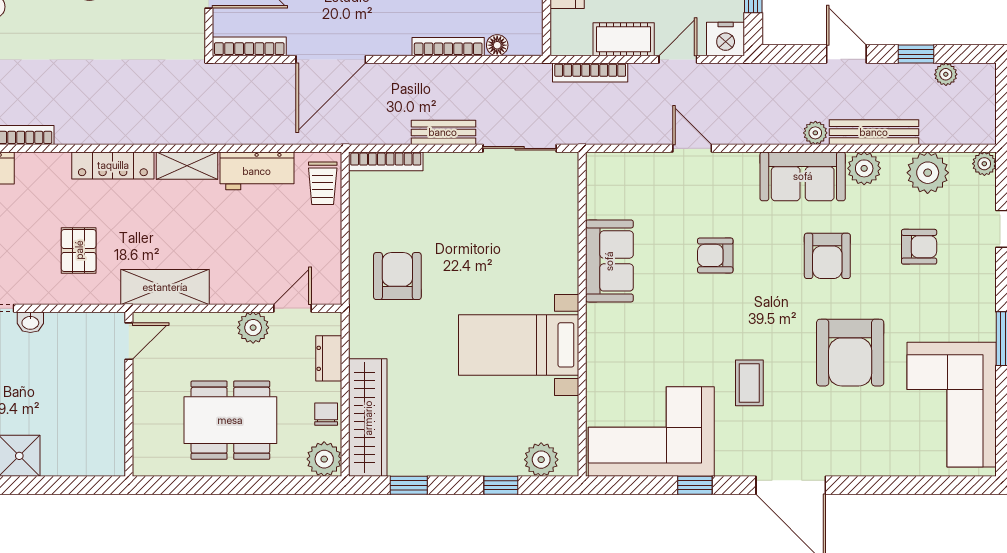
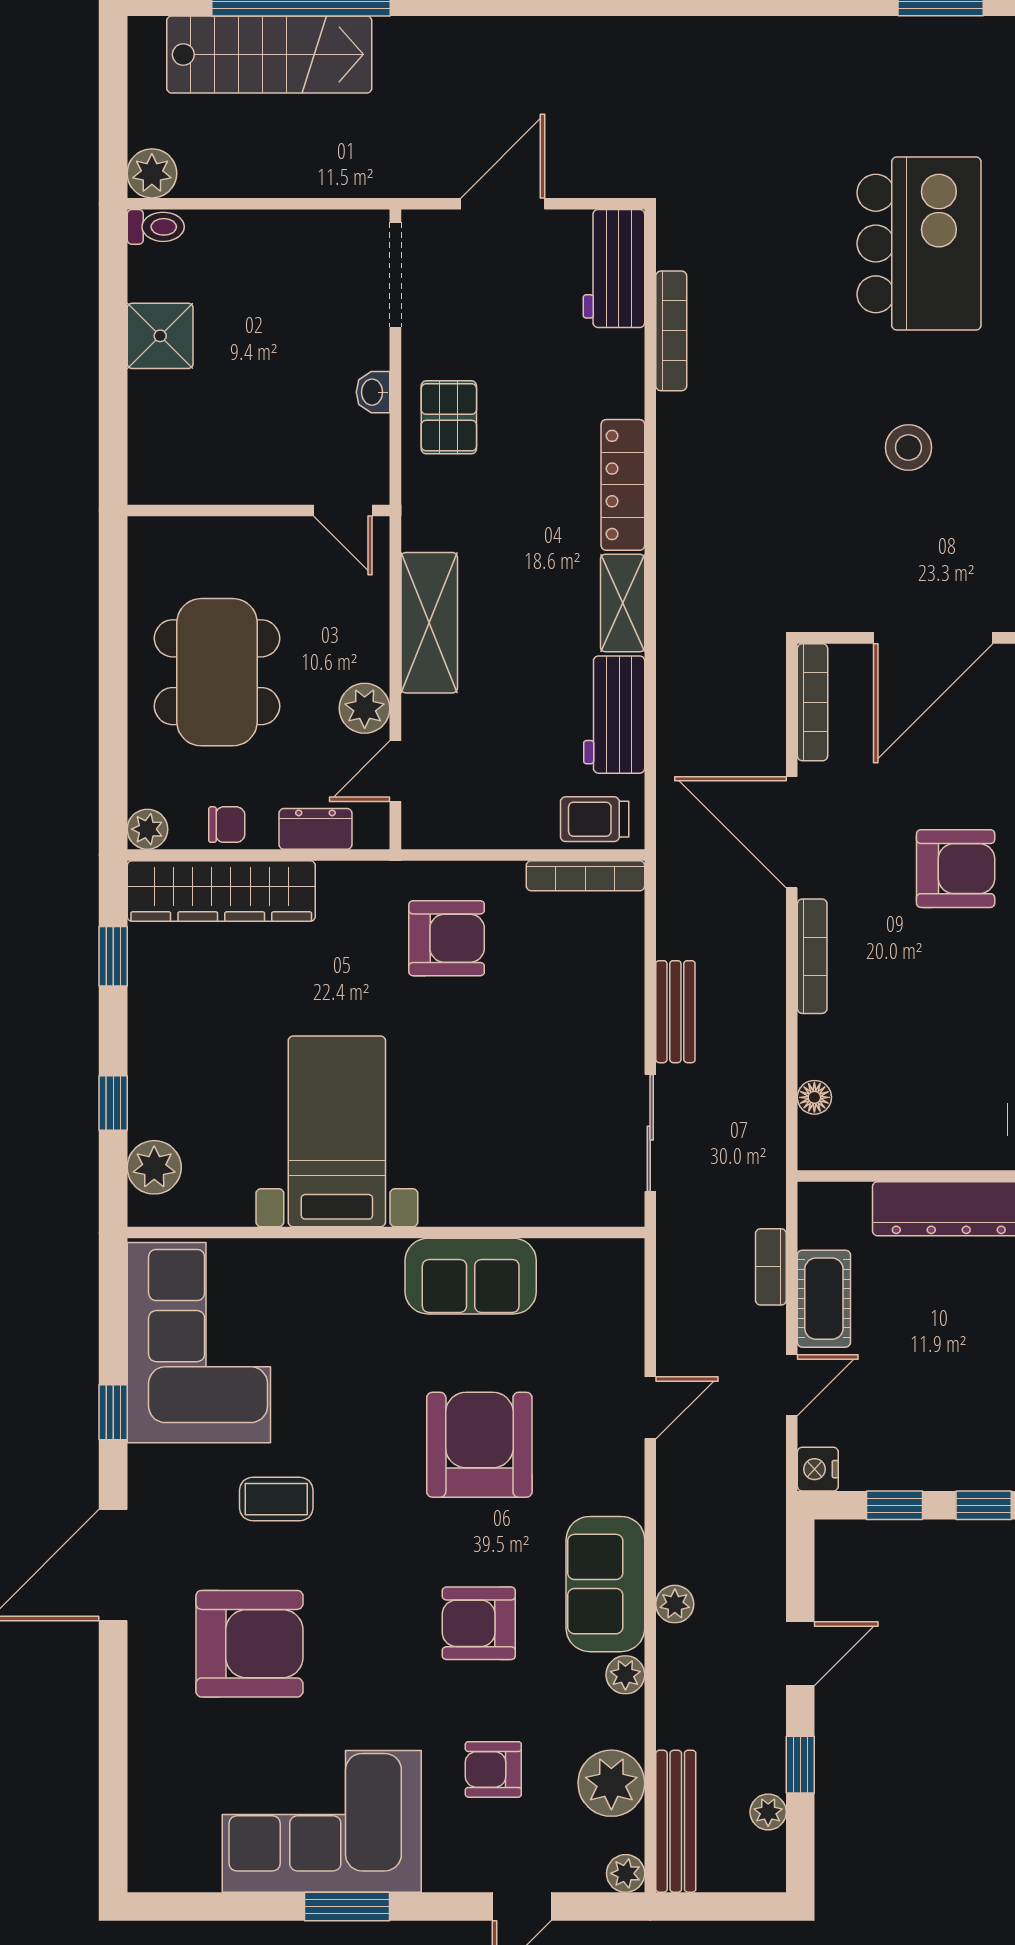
nightstand: (726, 39) -> (818, 1469), width x0.74, depth x0.75
bookcase: (448, 47) -> (812, 956), moved
door: (678, 59) -> (792, 1385), hinge flipped
bookcase: (590, 73) -> (771, 1267), width x0.64
bench: (874, 132) -> (676, 1821), moved
bookcase: (386, 161) -> (585, 876), moved, turned -90
plant: (864, 168) -> (625, 1675), width x0.73, depth x0.73
armchair: (919, 247) -> (493, 1769), turned 90
pallet: (79, 250) -> (449, 417), moved, turned 90
armchair: (715, 255) -> (479, 1445), width x1.88, depth x1.88
shelving: (165, 287) -> (429, 623), moved
door: (292, 308) -> (395, 771), swing flipped
washbasin: (30, 322) -> (373, 392), moved
armchair: (850, 353) -> (249, 1644), moved, turned 180
corner sofa: (952, 405) -> (322, 1821), moved
plant: (324, 459) -> (147, 829), width x0.73, depth x0.73

